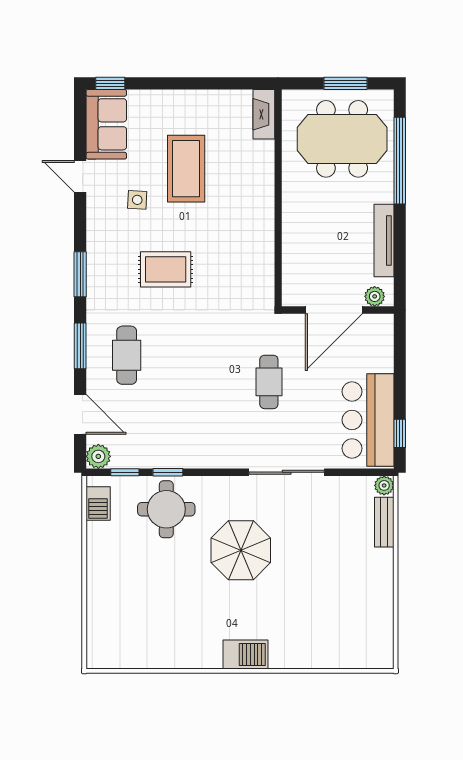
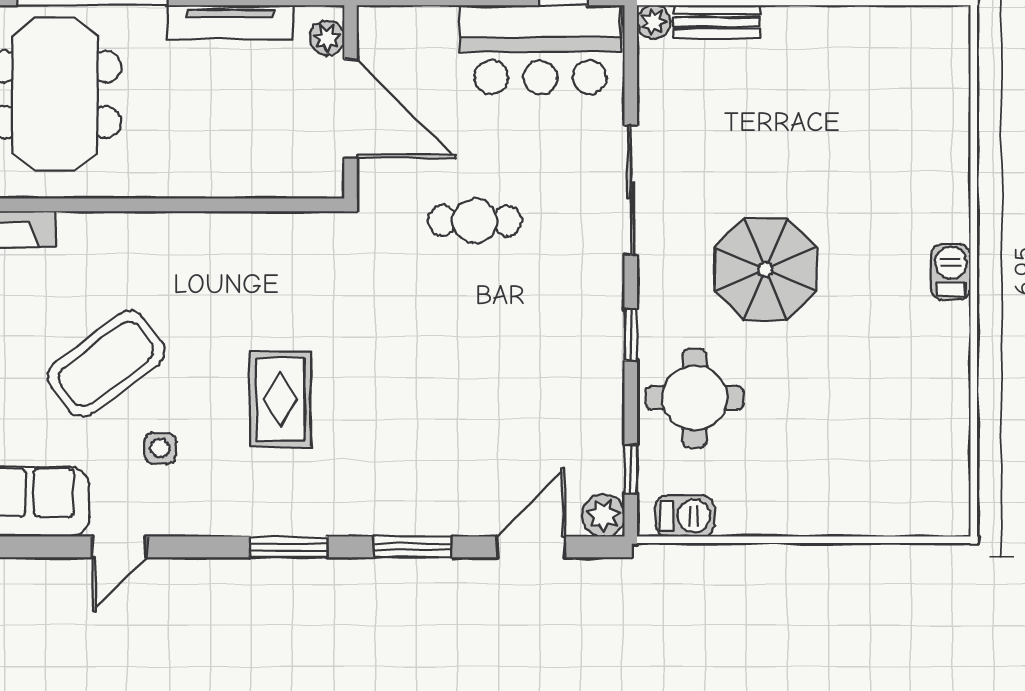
coffee table: (186, 169) -> (106, 364), turned -37
cafe table: (127, 355) -> (429, 466), removed
window: (168, 472) -> (631, 335), moved
barbecue: (246, 654) -> (951, 272), width x0.73, depth x0.79

